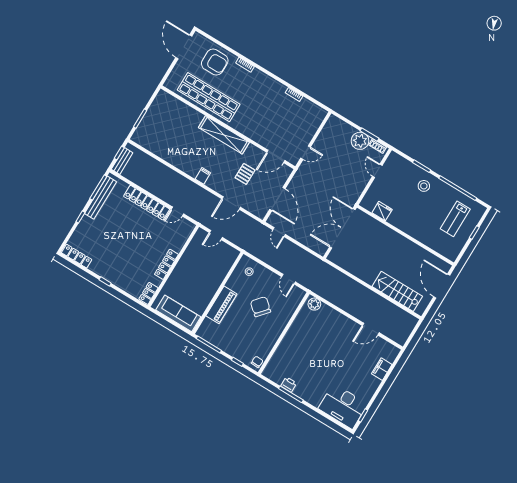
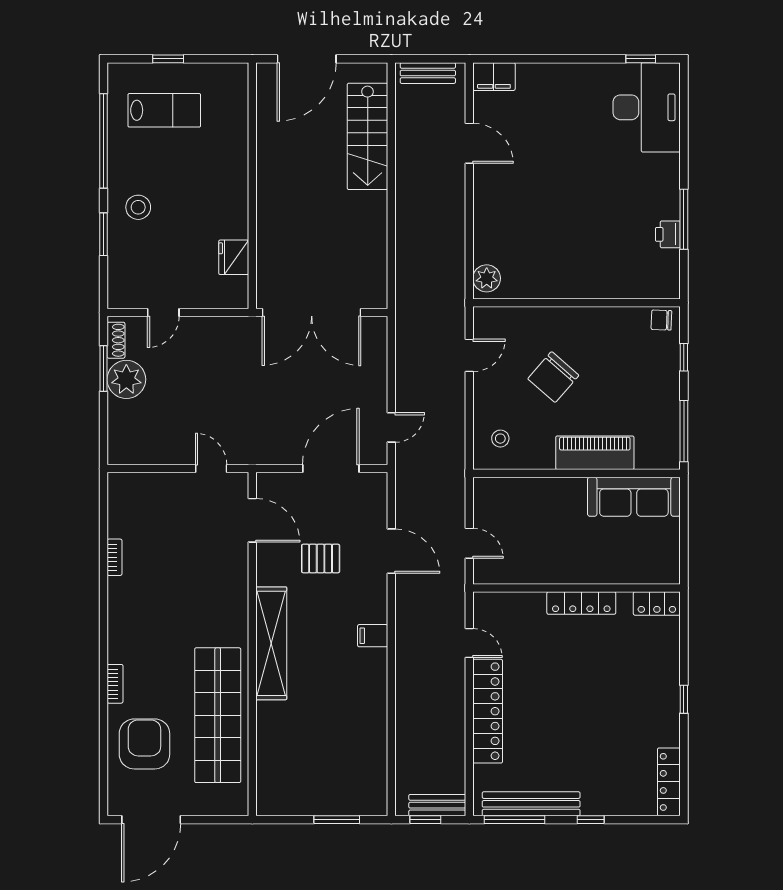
sofa: (178, 313) -> (634, 497), moved, turned -90
bench: (408, 330) -> (428, 73), added
filing cabinet: (382, 369) -> (494, 77), moved

